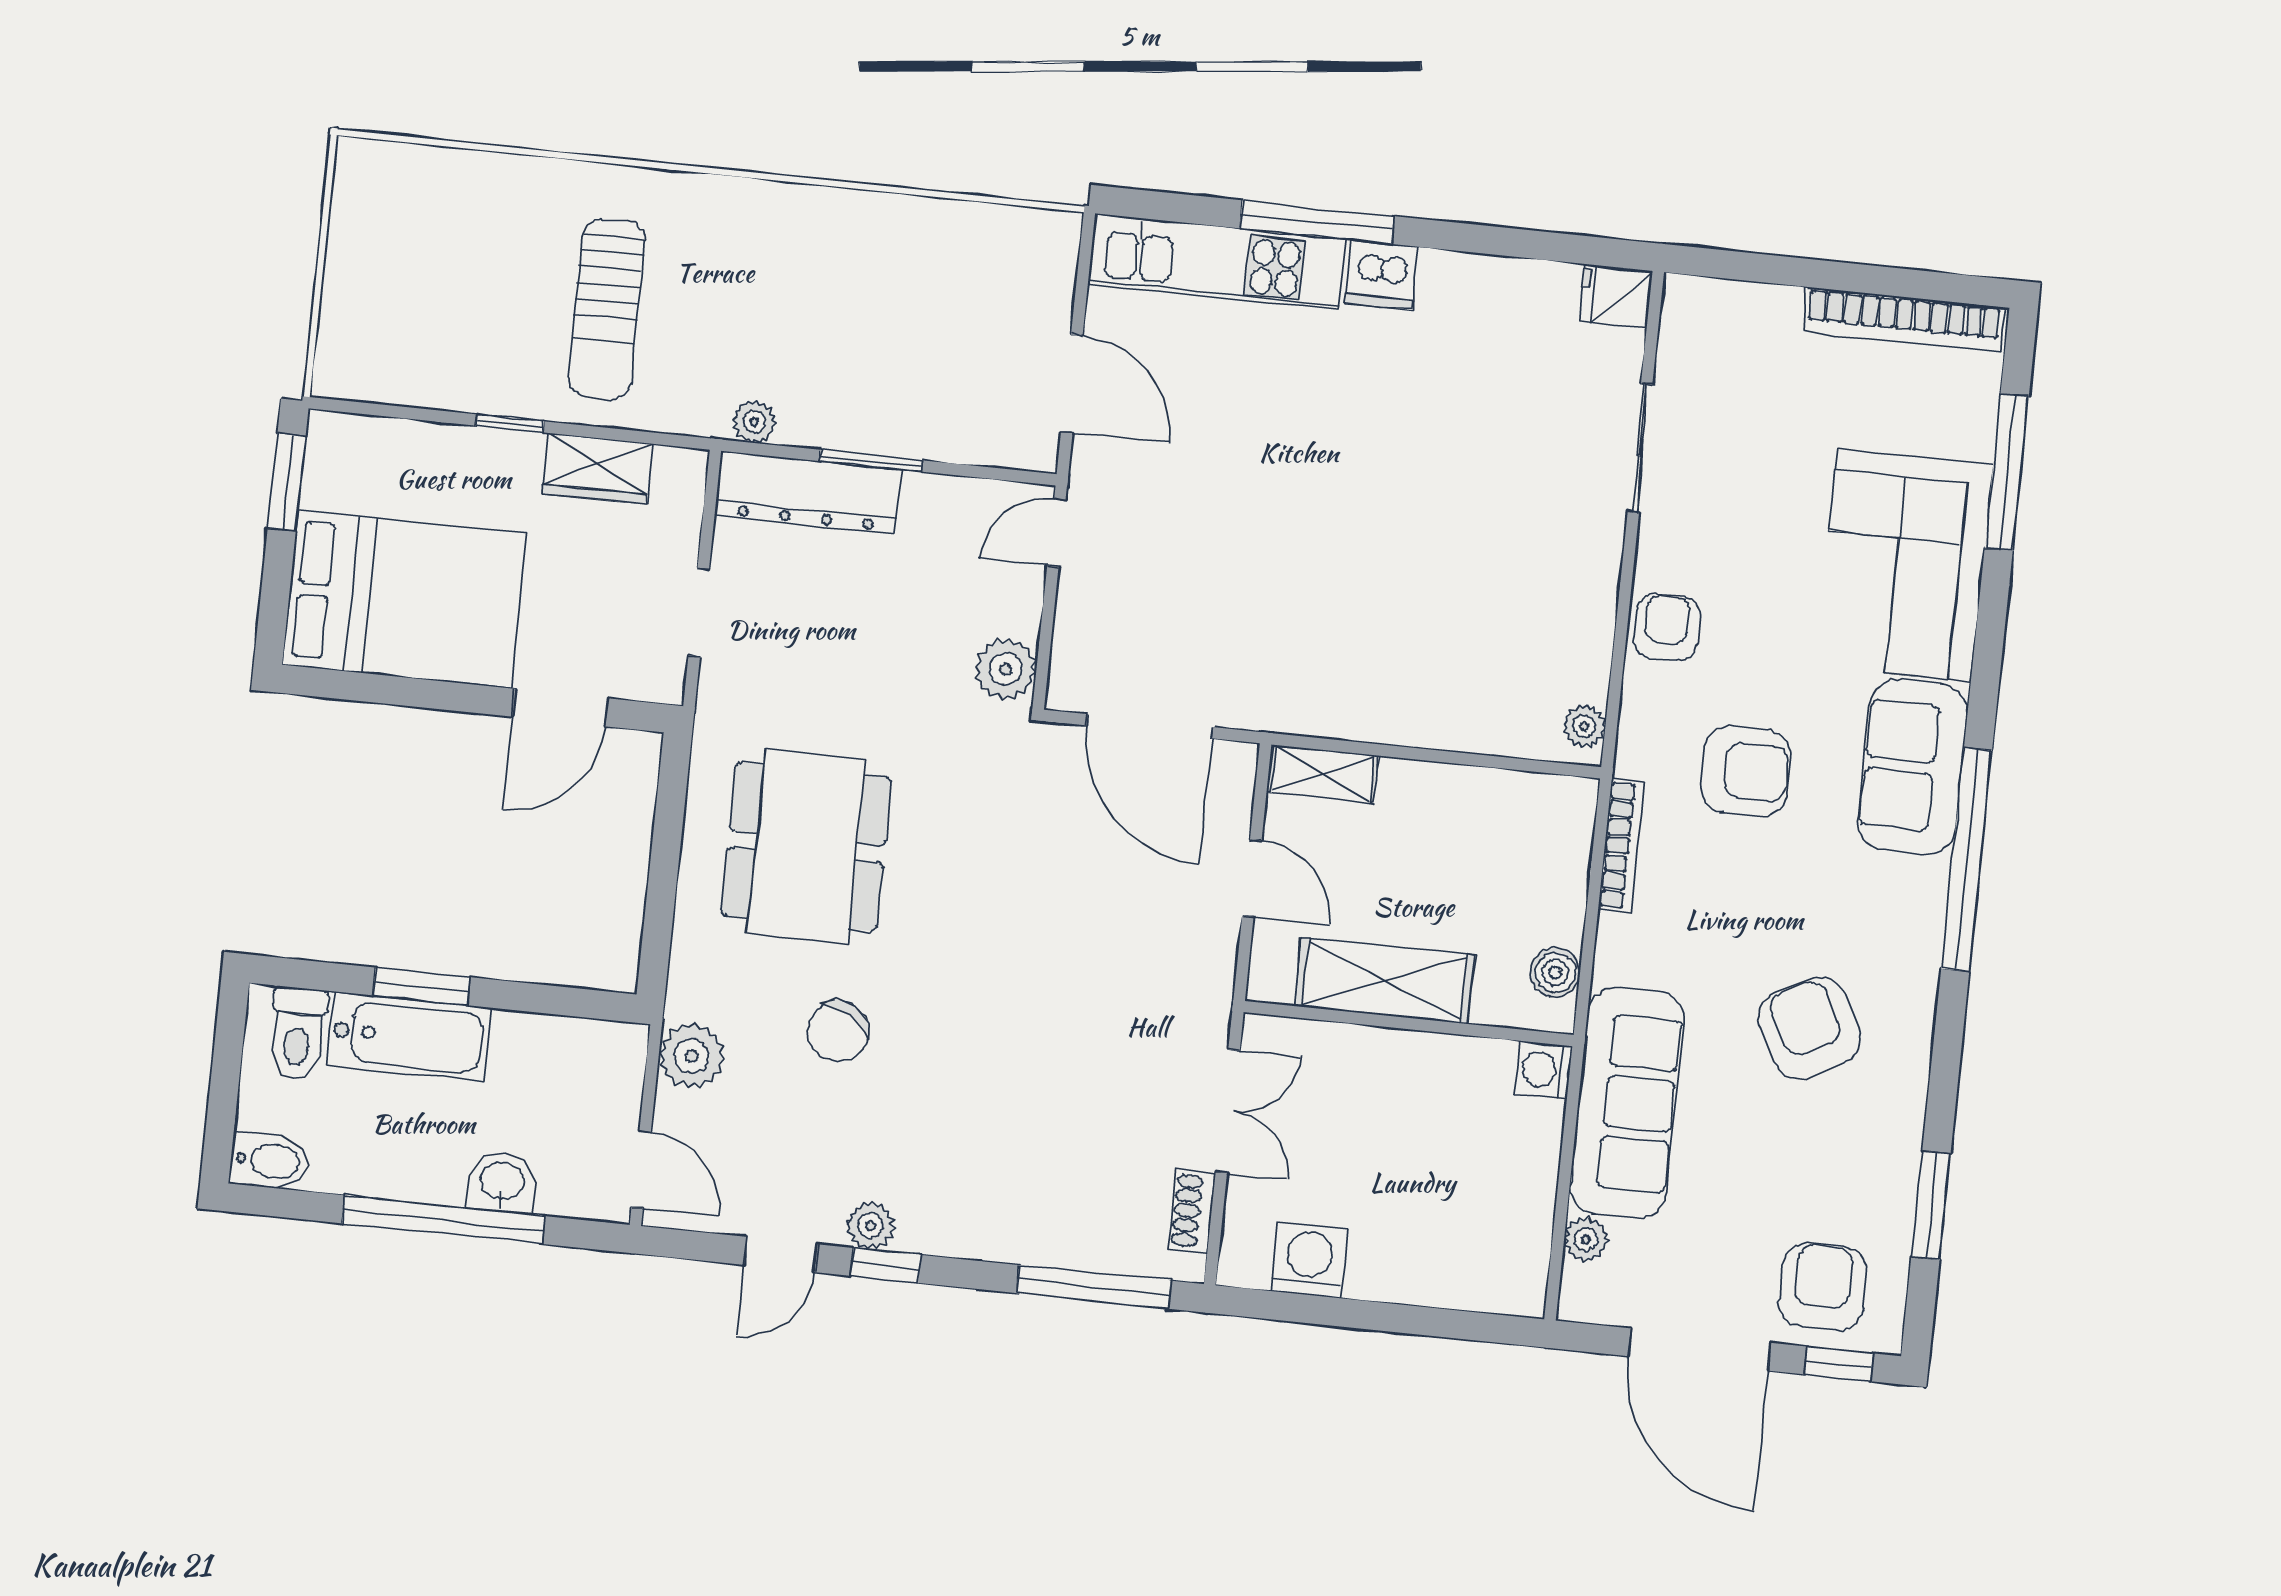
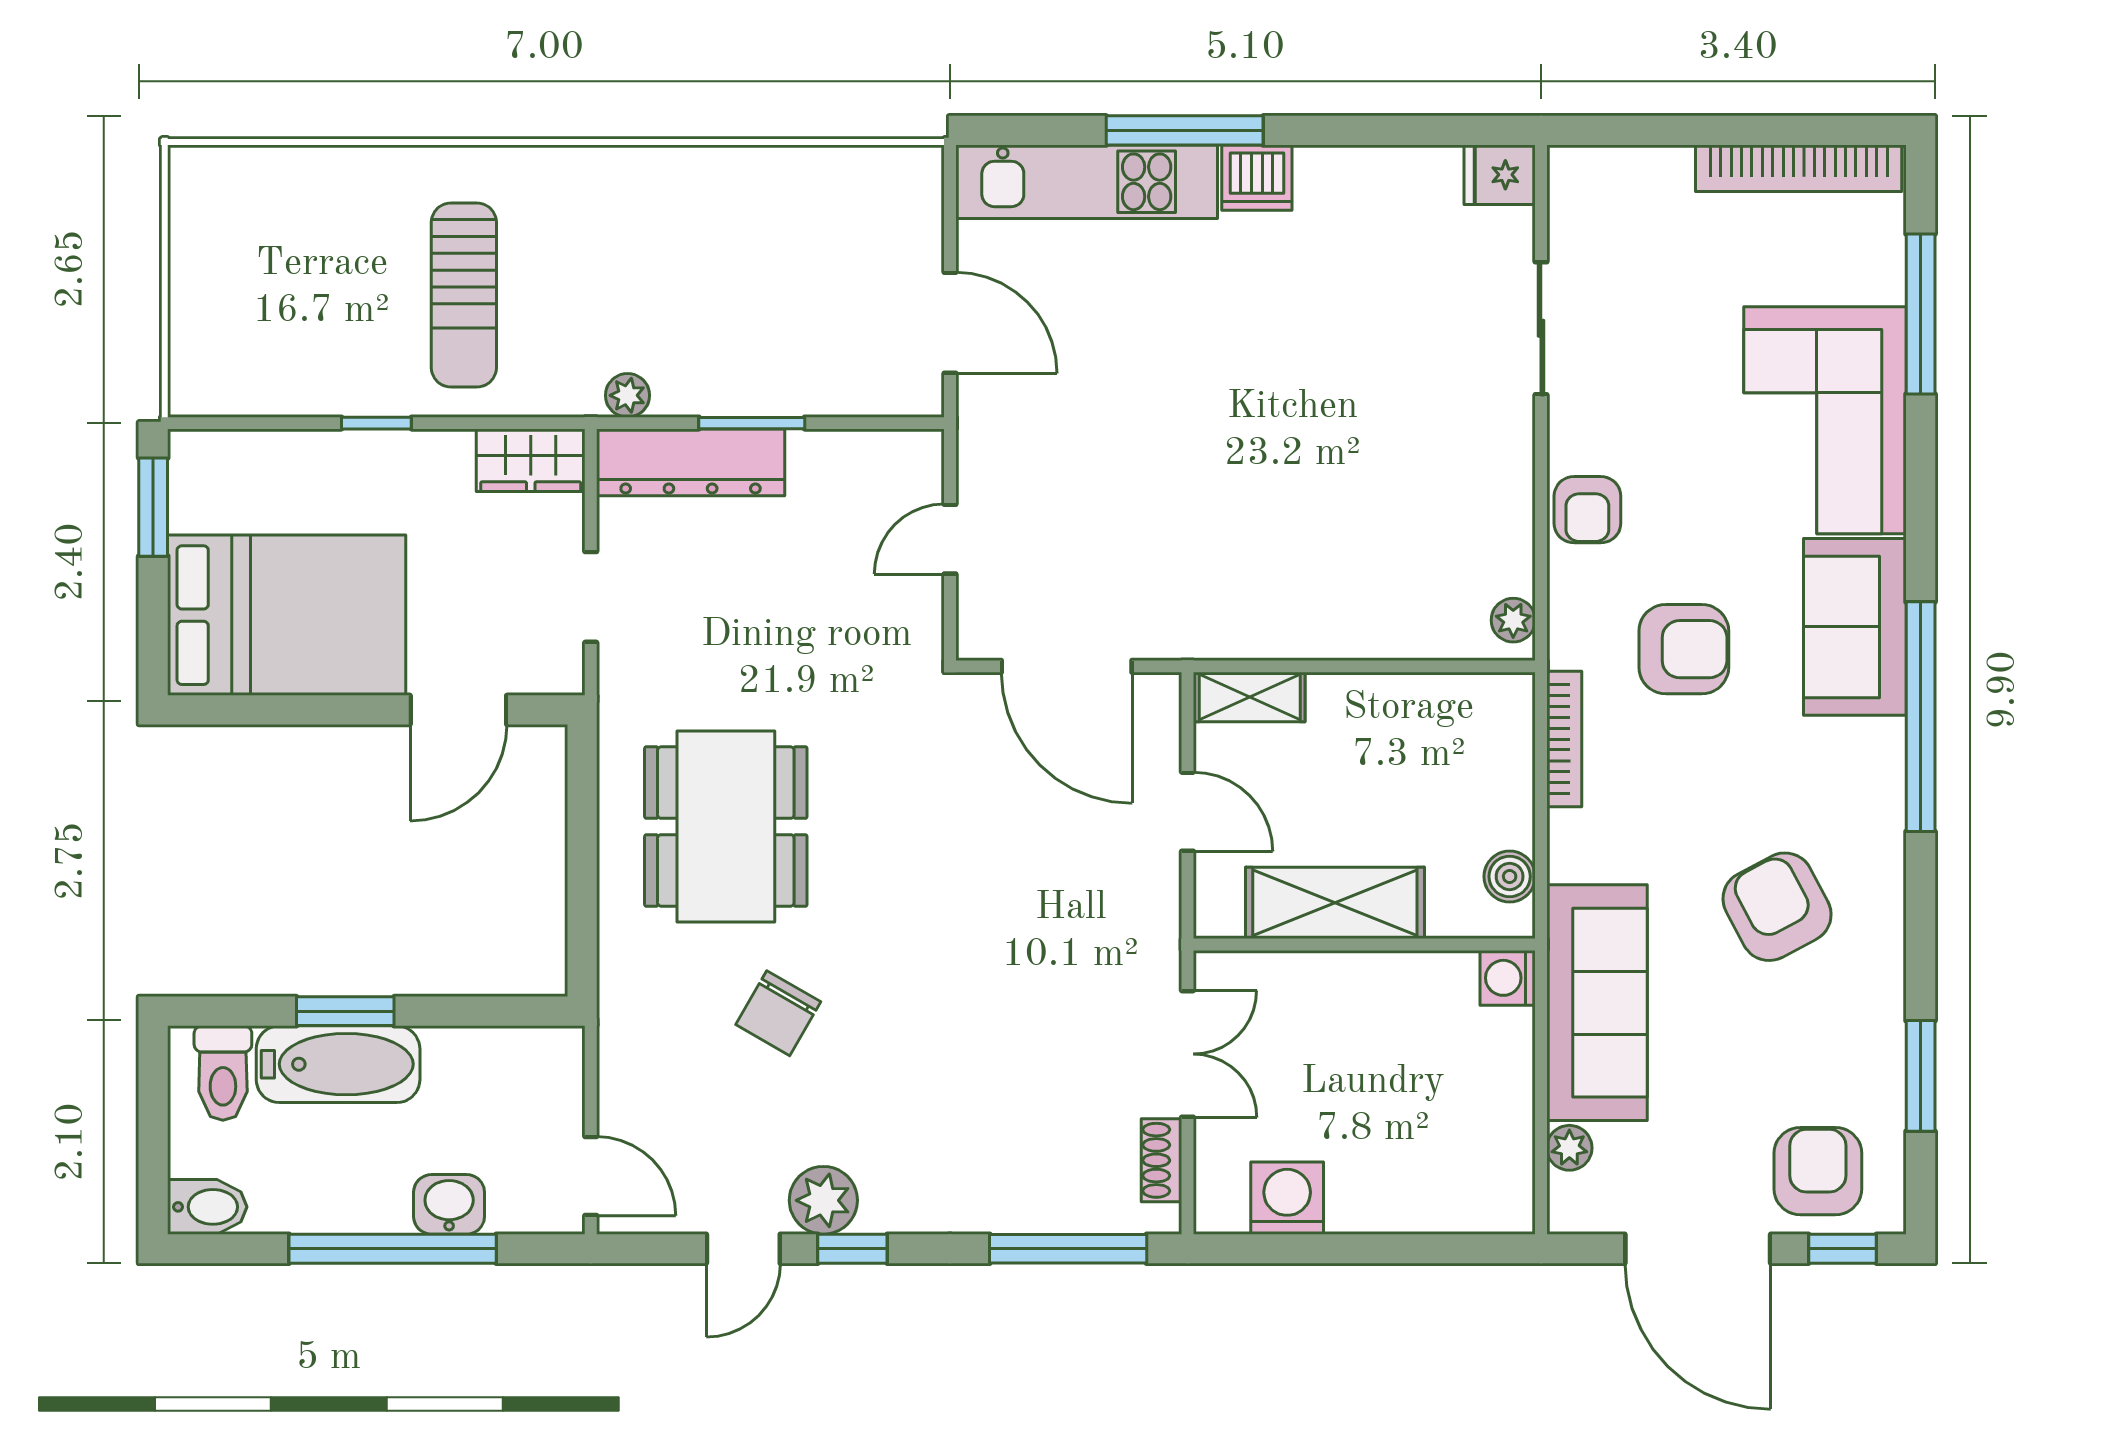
wardrobe: (598, 469) -> (531, 460), moved
door: (1056, 533) -> (950, 539), moved
armchair: (1667, 627) -> (1587, 510), turned 180
plant: (1006, 669) -> (912, 623), removed
plant: (692, 1056) -> (630, 1054), removed
plant: (871, 1226) -> (823, 1200), width x1.38, depth x1.38

